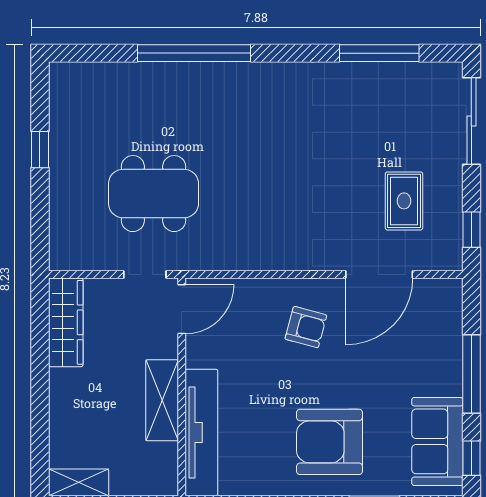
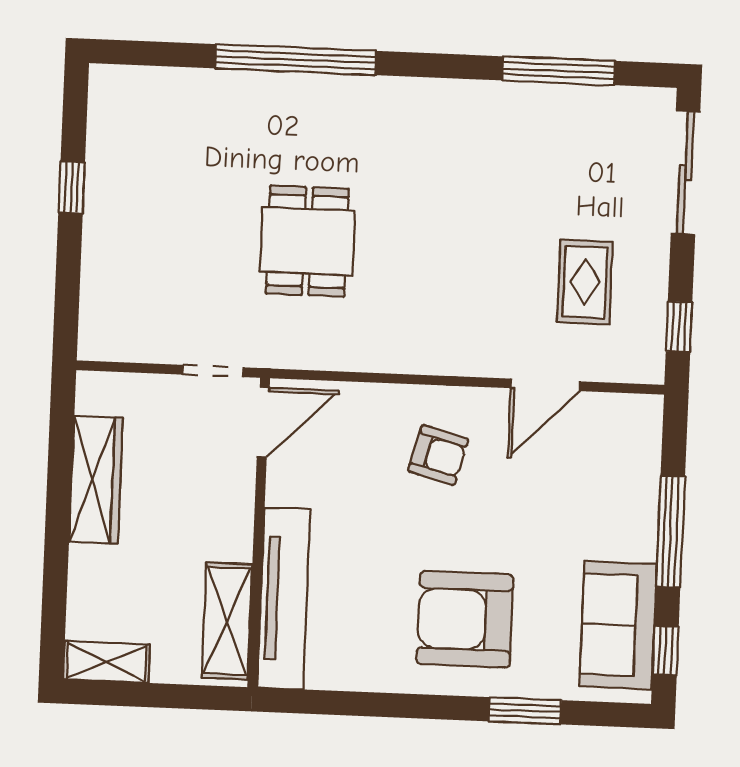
dining table: (154, 194) -> (307, 241), moved, width x0.73
door: (379, 275) -> (545, 385), width x0.73
wardrobe: (66, 322) -> (96, 480), moved
shelving: (162, 400) -> (227, 621), moved

